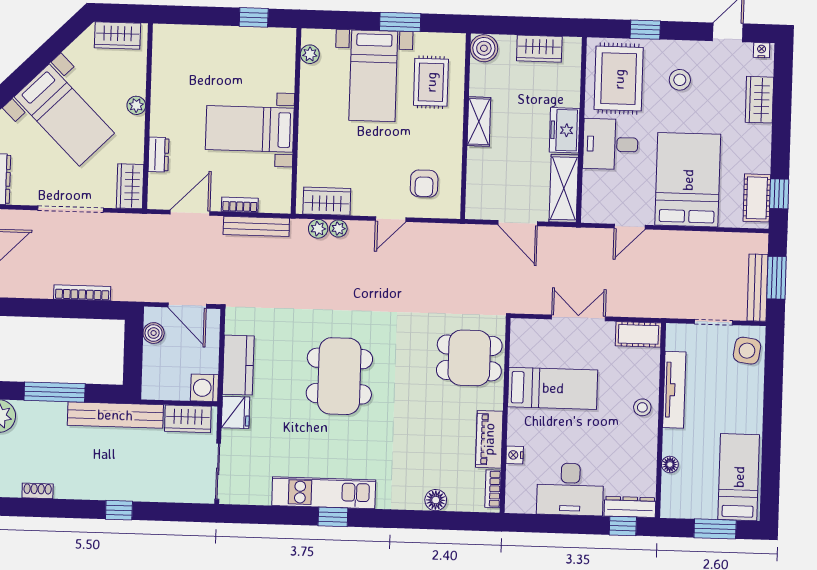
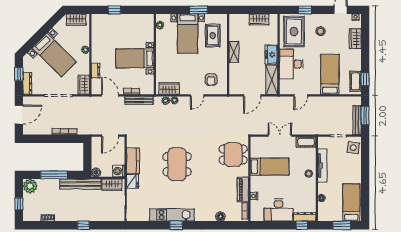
window: (254, 17) -> (114, 10), moved
boiler: (484, 48) -> (235, 20), removed
desk: (610, 144) -> (291, 64), width x1.37
bed: (688, 180) -> (330, 74), width x0.67
door: (190, 213) -> (110, 95), hinge flipped
door: (518, 223) -> (252, 95), hinge flipped
door: (187, 306) -> (110, 136), hinge flipped
boiler: (154, 333) -> (96, 172), moved

